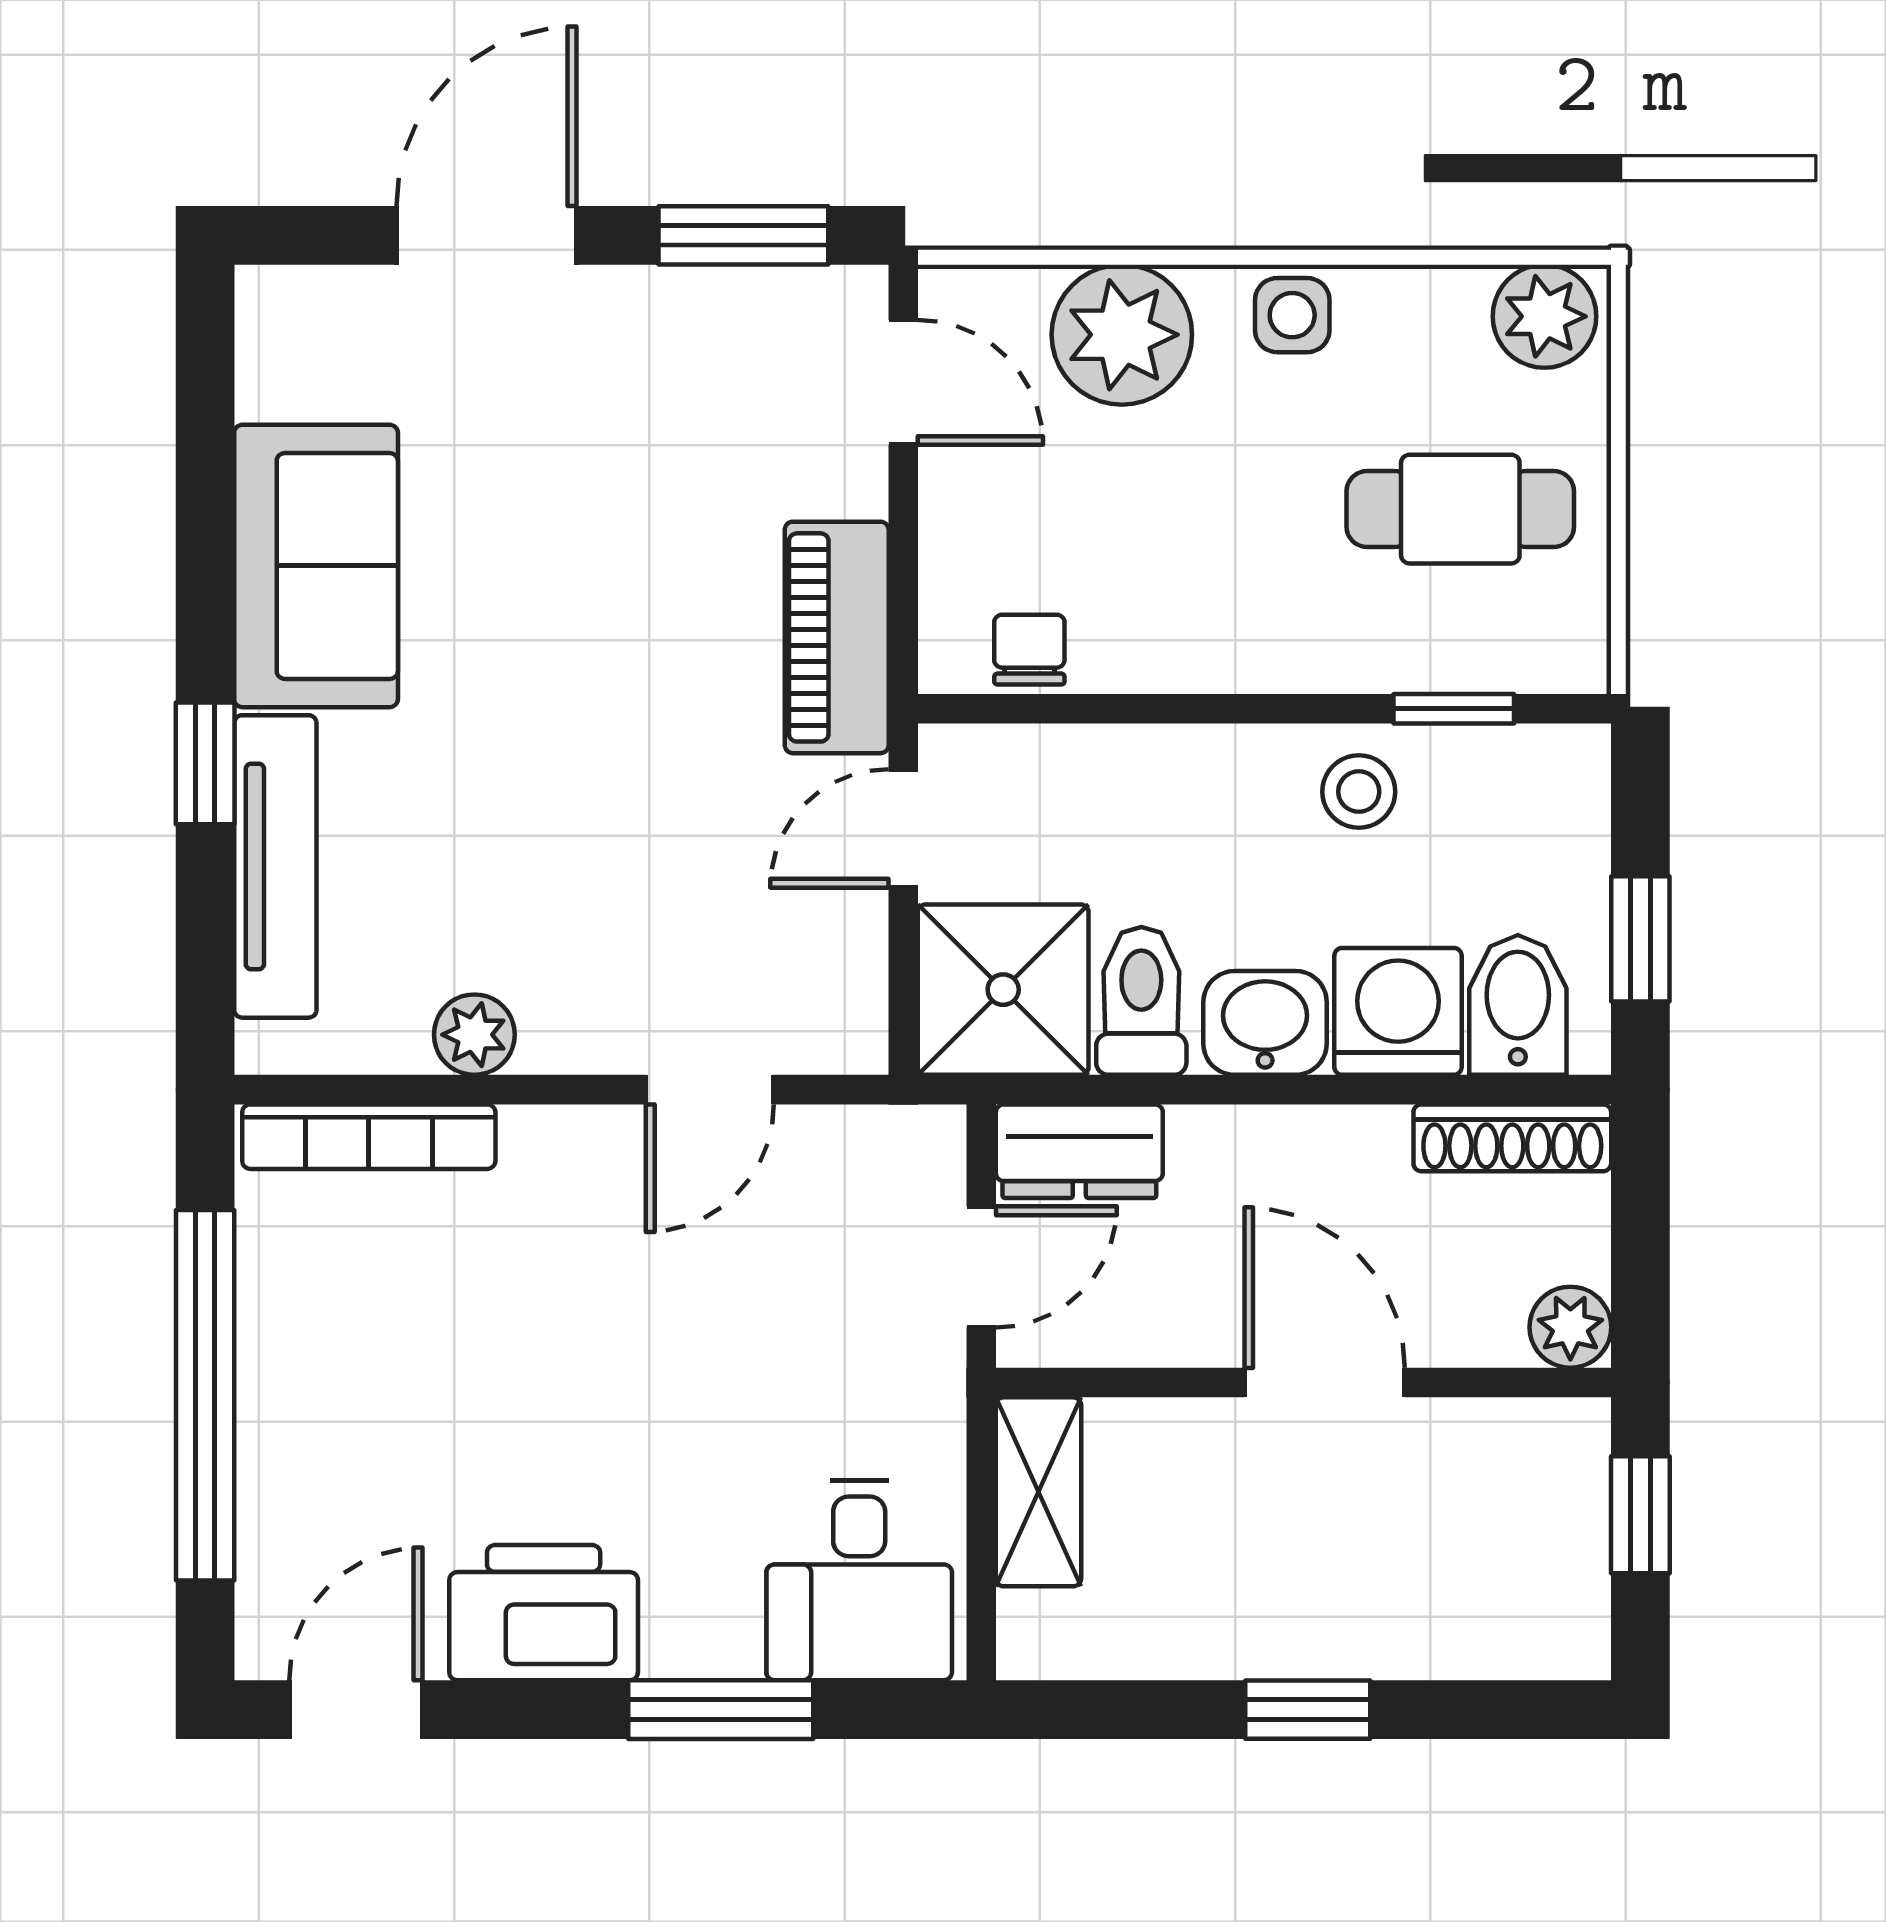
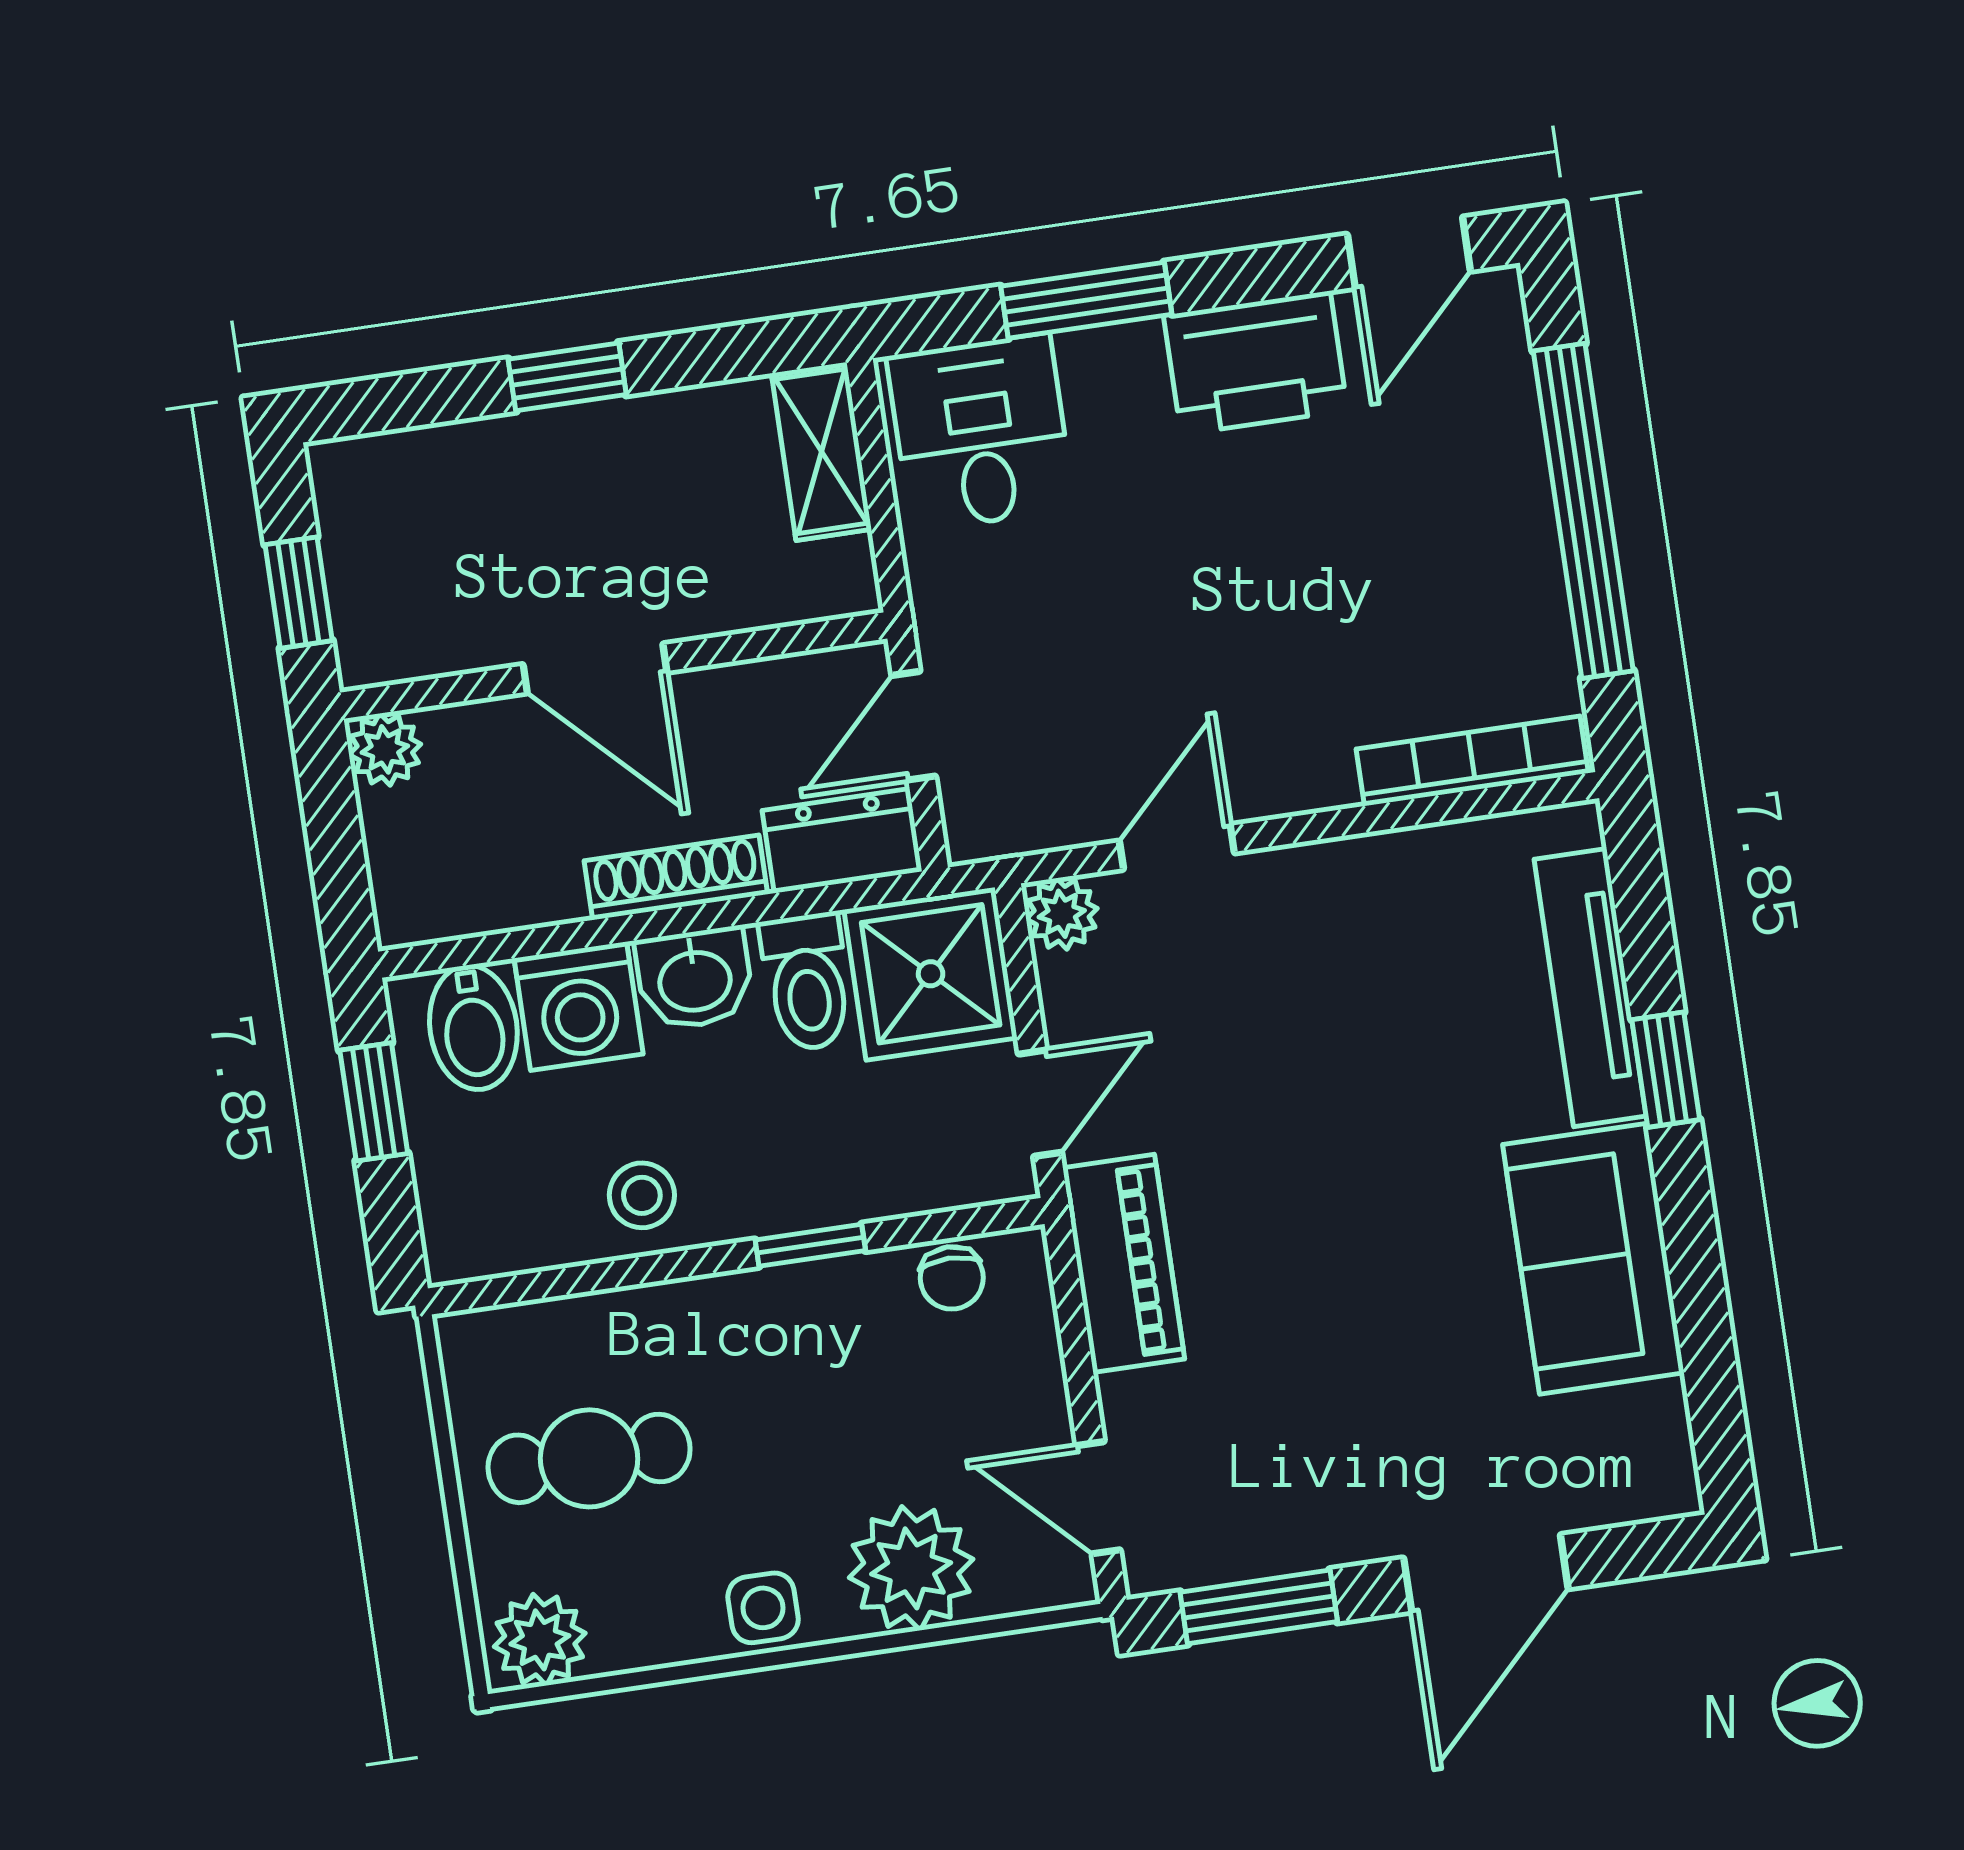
window: (1454, 709) -> (810, 1245), moved
plant: (474, 1035) -> (1062, 914), moved
shoe rack: (1512, 1138) -> (676, 877), moved
shelving: (1038, 1492) -> (821, 451), moved

